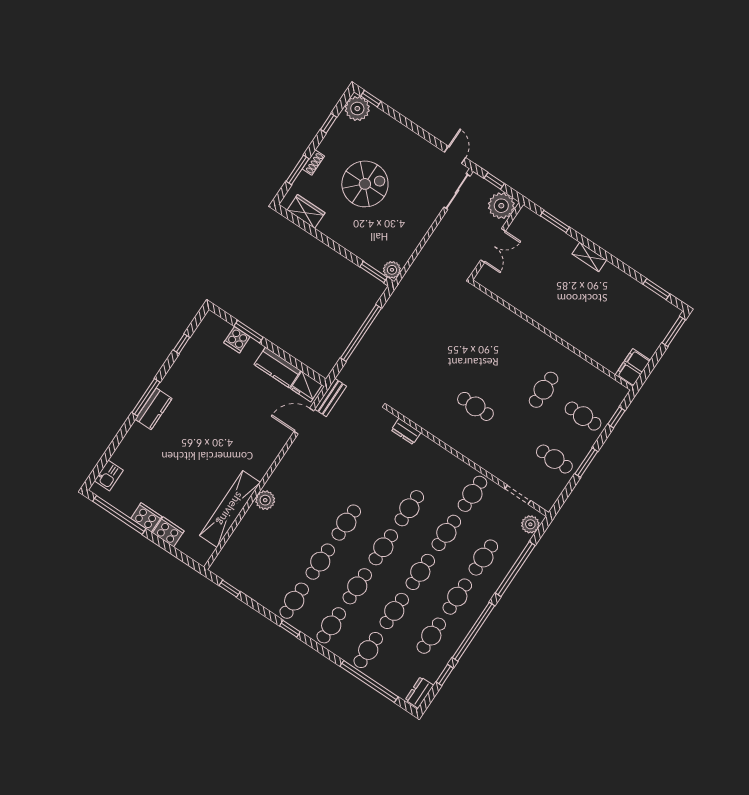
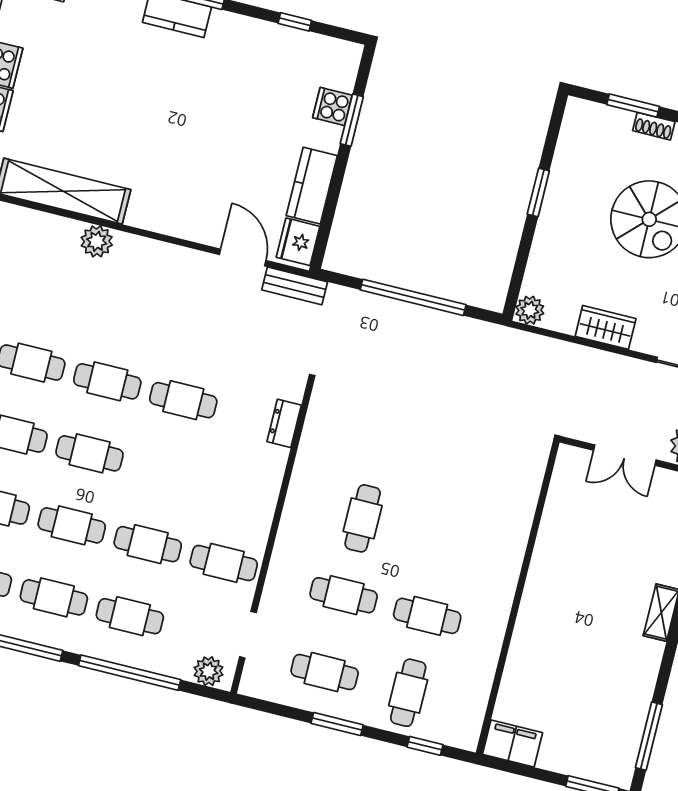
wardrobe: (306, 211) -> (606, 327), moved, turned -90
window: (374, 272) -> (538, 192), moved
window: (656, 289) -> (649, 736), width x1.44
cafe table: (515, 433) -> (344, 595), added
cafe table: (554, 459) -> (325, 672), turned 90
cafe table: (409, 508) -> (183, 400), moved

